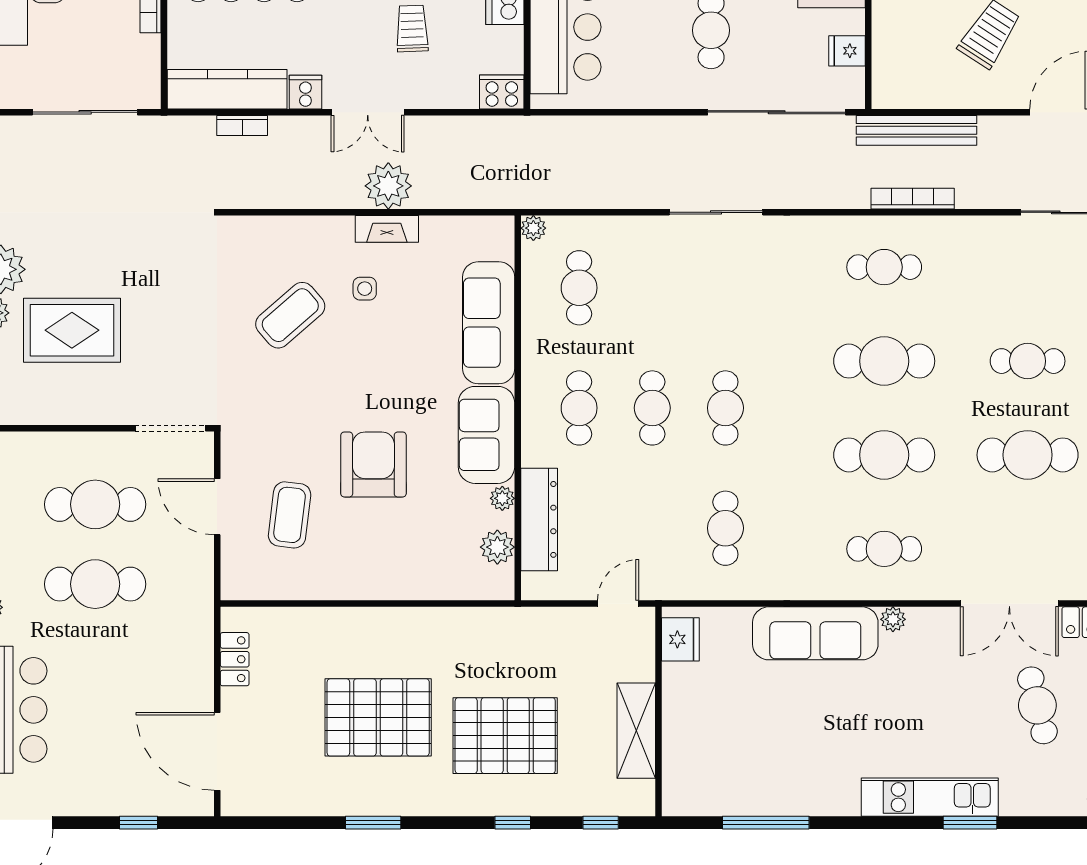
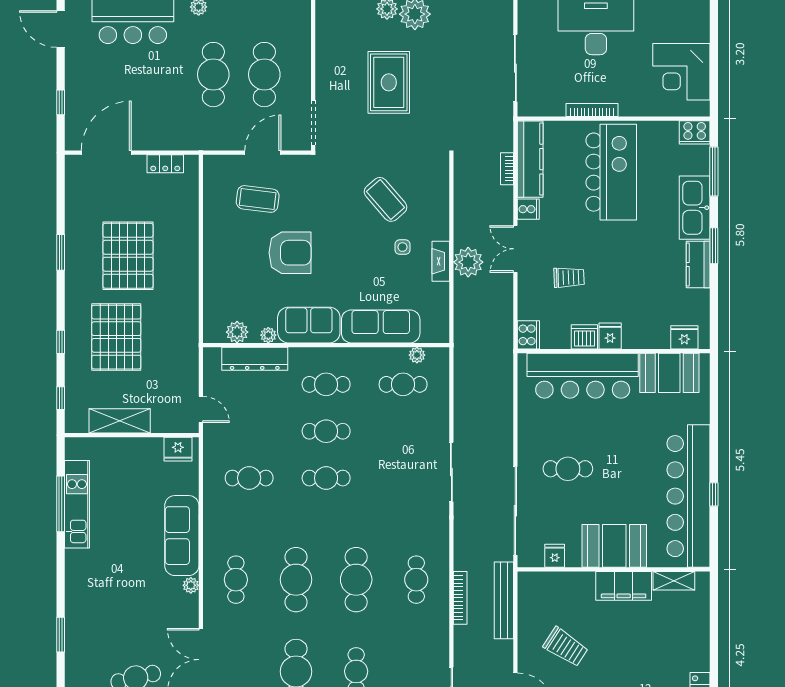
plant: (533, 228) -> (417, 355), moved
rug: (72, 330) -> (389, 82), moved
kitchen unit: (930, 797) -> (77, 504), moved

